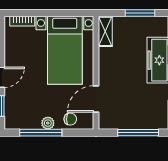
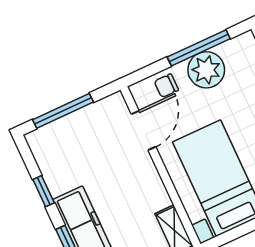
plant: (48, 123) -> (206, 70), width x1.88, depth x1.88

